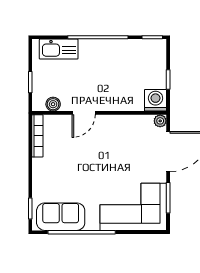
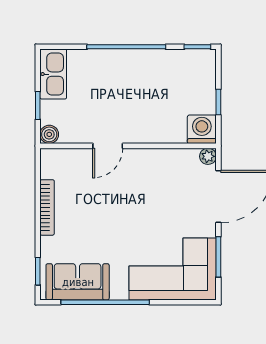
kitchen sink: (59, 49) -> (53, 74), moved, turned -90
boiler: (53, 104) -> (49, 134), moved
bookcase: (37, 136) -> (47, 207), moved

